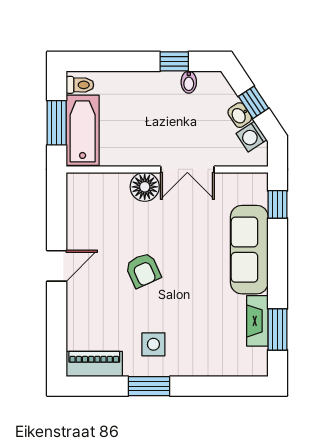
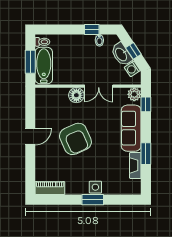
washbasin: (240, 115) -> (121, 54), width x1.91, depth x1.45
plant: (255, 185) -> (134, 94), added
armchair: (143, 270) -> (75, 139), width x1.88, depth x1.88
window: (278, 329) -> (146, 154), moved
side table: (153, 344) -> (95, 187), moved
window: (149, 386) -> (93, 200), moved

